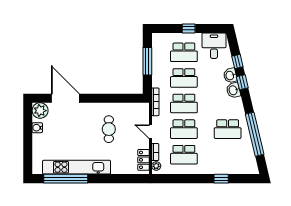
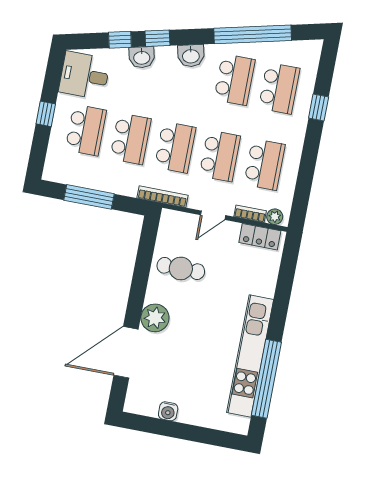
washbasin: (233, 90) -> (191, 56), moved
plant: (40, 111) -> (155, 318), moved
cafe table: (109, 129) -> (181, 268), moved
school desk: (228, 155) -> (279, 88), added

